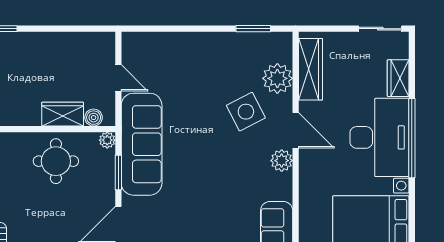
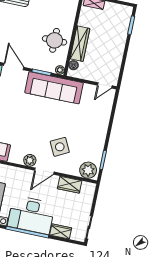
wardrobe: (311, 69) -> (70, 185), width x0.67
door: (118, 78) -> (105, 85), moved
plant: (277, 78) -> (88, 170), moved
wardrobe: (63, 114) -> (80, 44), width x1.50

